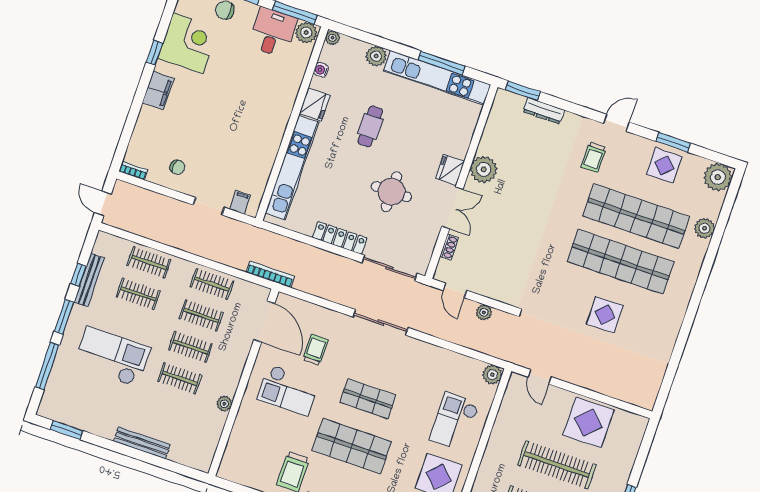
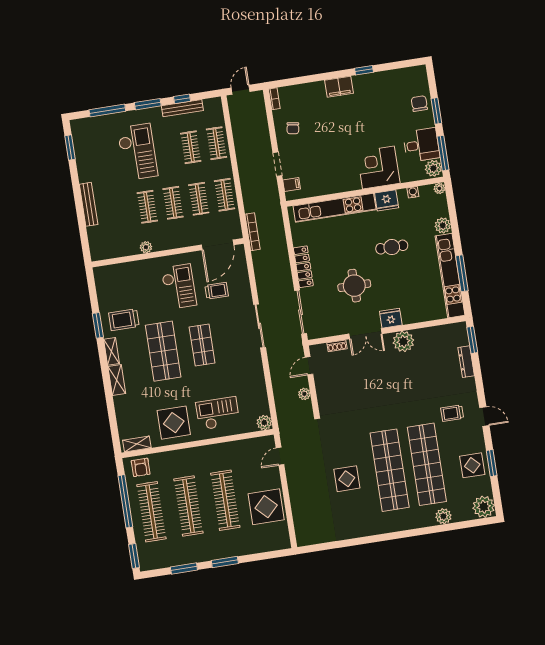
corner desk: (188, 43) -> (378, 167), moved, turned 180
checkout: (288, 390) -> (179, 287), turned 180

